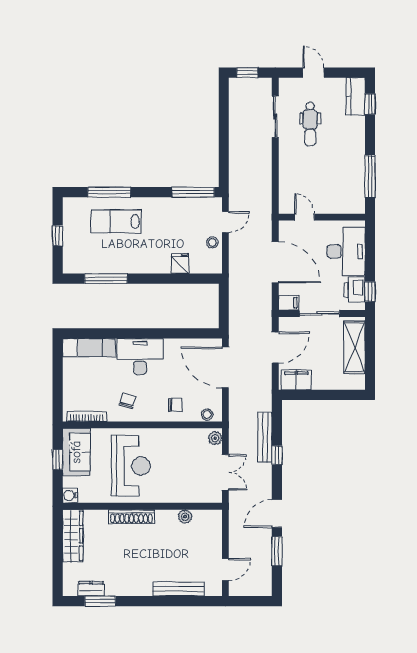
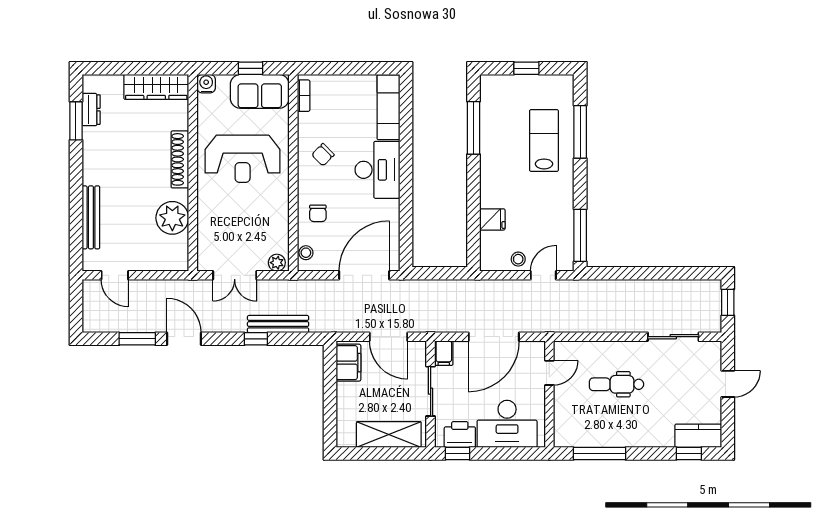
dental chair: (310, 124) -> (617, 384), moved
door: (225, 222) -> (543, 275), swing flipped
chair: (128, 401) -> (323, 155), turned 119
bookcase: (87, 416) -> (304, 96), width x0.64
plant: (185, 517) -> (172, 218), width x1.87, depth x1.87

